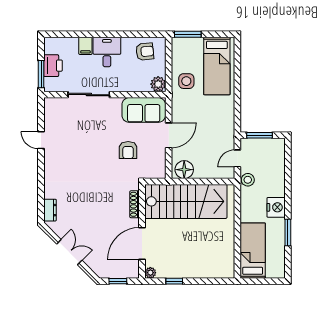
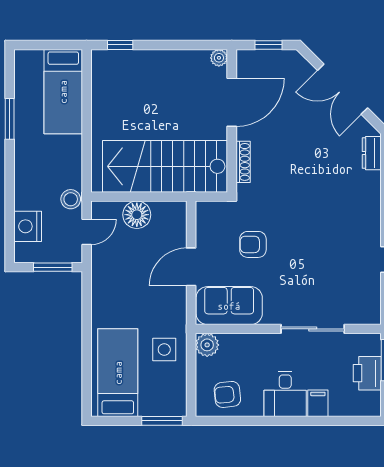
armchair: (128, 150) -> (253, 244), turned -90
floor lamp: (184, 170) -> (137, 215), moved
nightstand: (276, 207) -> (28, 226), moved
double door: (69, 252) -> (343, 89), width x1.37
window: (174, 281) -> (120, 45), moved

